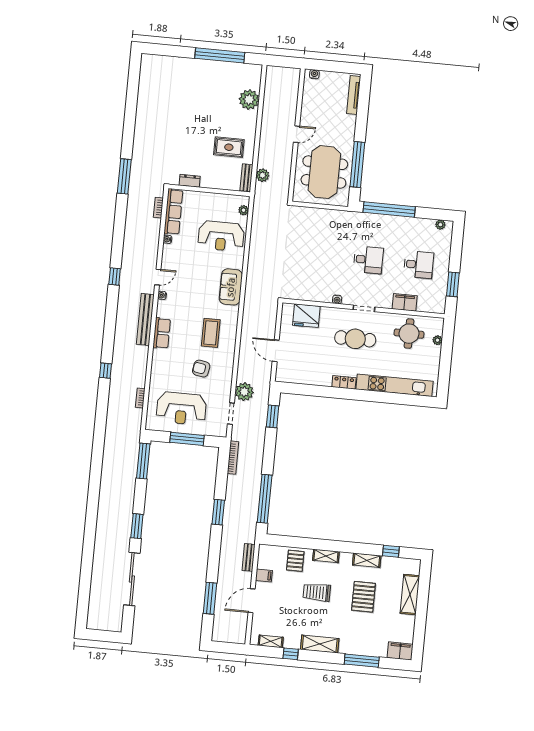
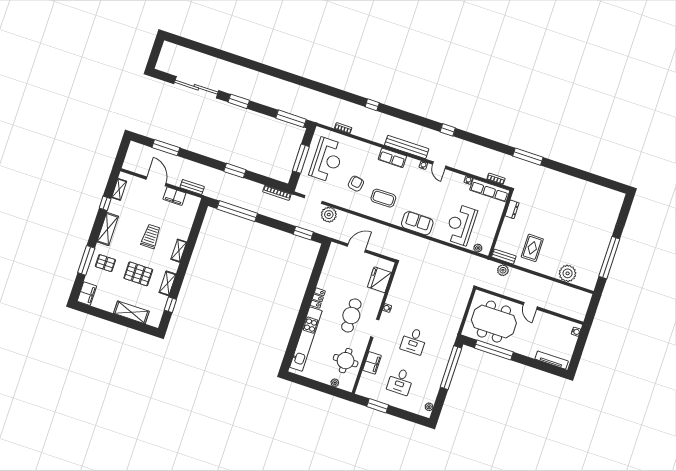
reception desk: (181, 408) -> (327, 160), turned 180
pallet: (295, 561) -> (105, 263), moved
filing cabinet: (264, 575) -> (174, 196), width x2.00

